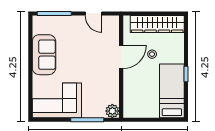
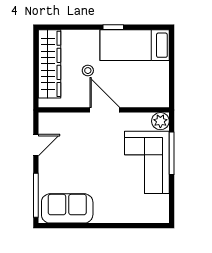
sofa: (44, 55) -> (67, 208), moved
door: (121, 57) -> (105, 110), moved
corner sofa: (57, 100) -> (147, 162), moved

